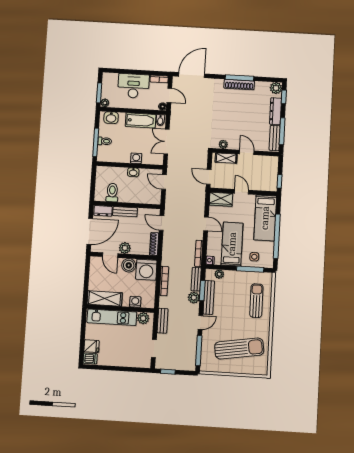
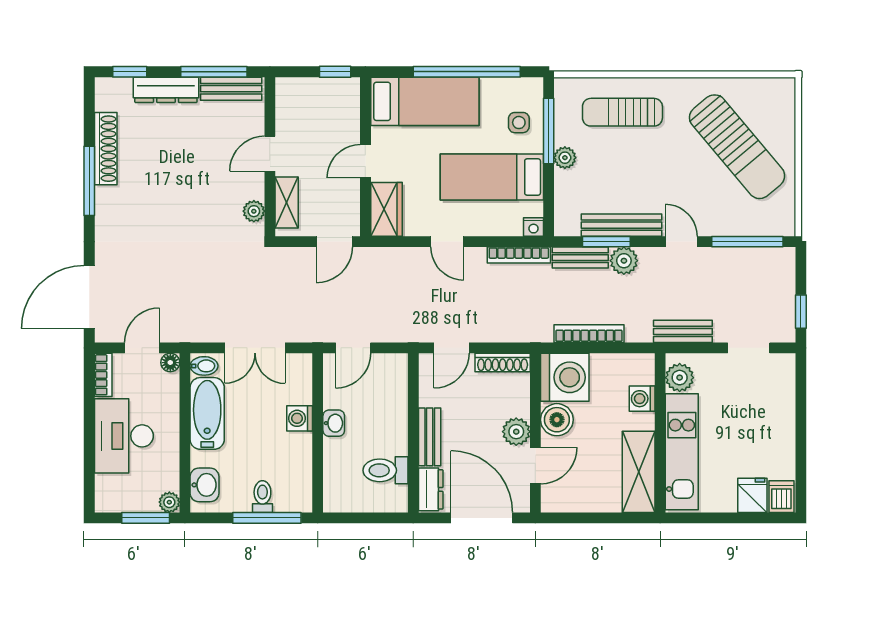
door: (192, 75) -> (89, 297), hinge flipped
shoe rack: (239, 85) -> (106, 149), moved
plant: (276, 88) -> (109, 92), removed
door: (206, 224) -> (447, 242), swing flipped
plant: (219, 274) -> (565, 158), moved
sun lounger: (239, 349) -> (737, 147), turned 149

